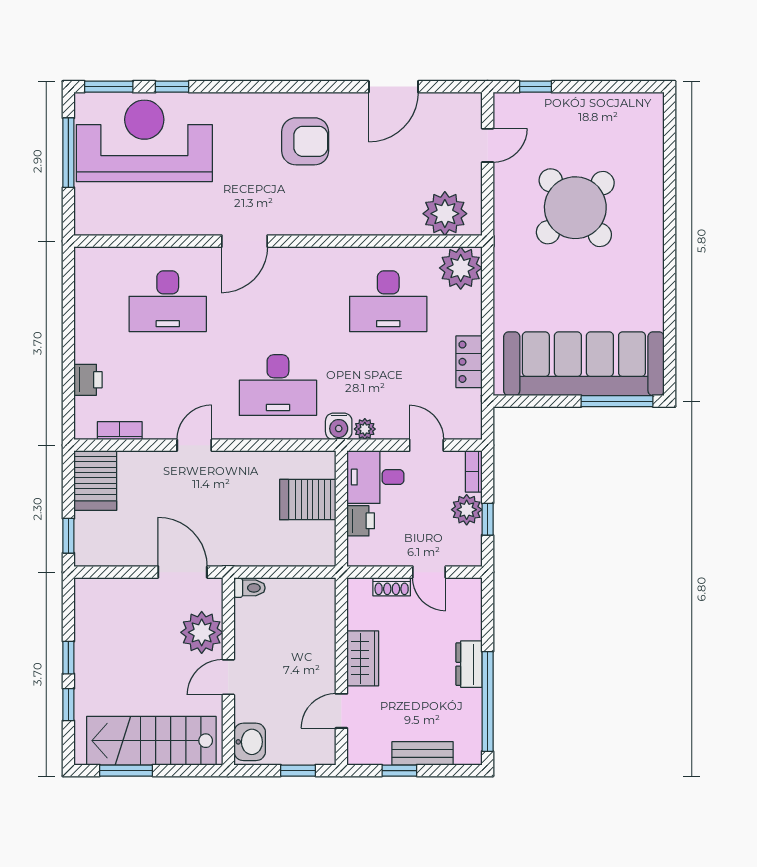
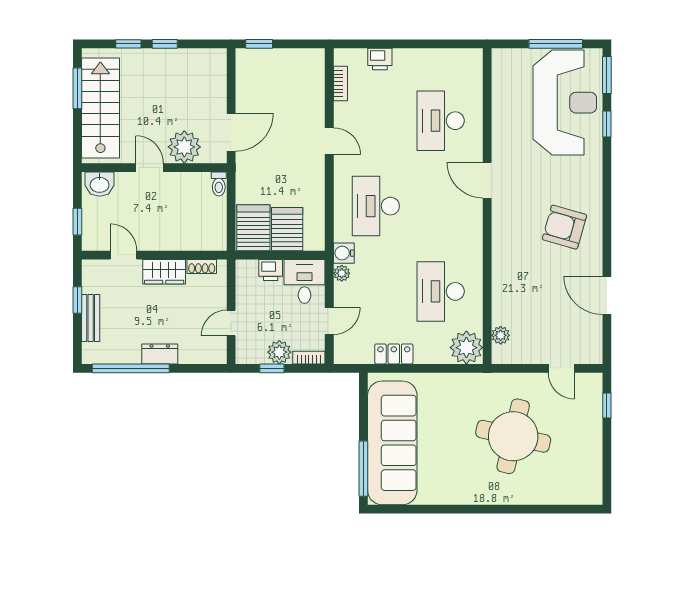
armchair: (305, 141) -> (564, 227), turned 106
round table: (575, 208) -> (513, 436), turned -35
plant: (445, 214) -> (501, 335), width x0.53, depth x0.53
server rack: (95, 481) -> (253, 228), moved, turned 90
shoe rack: (392, 587) -> (202, 266), moved, turned -90

